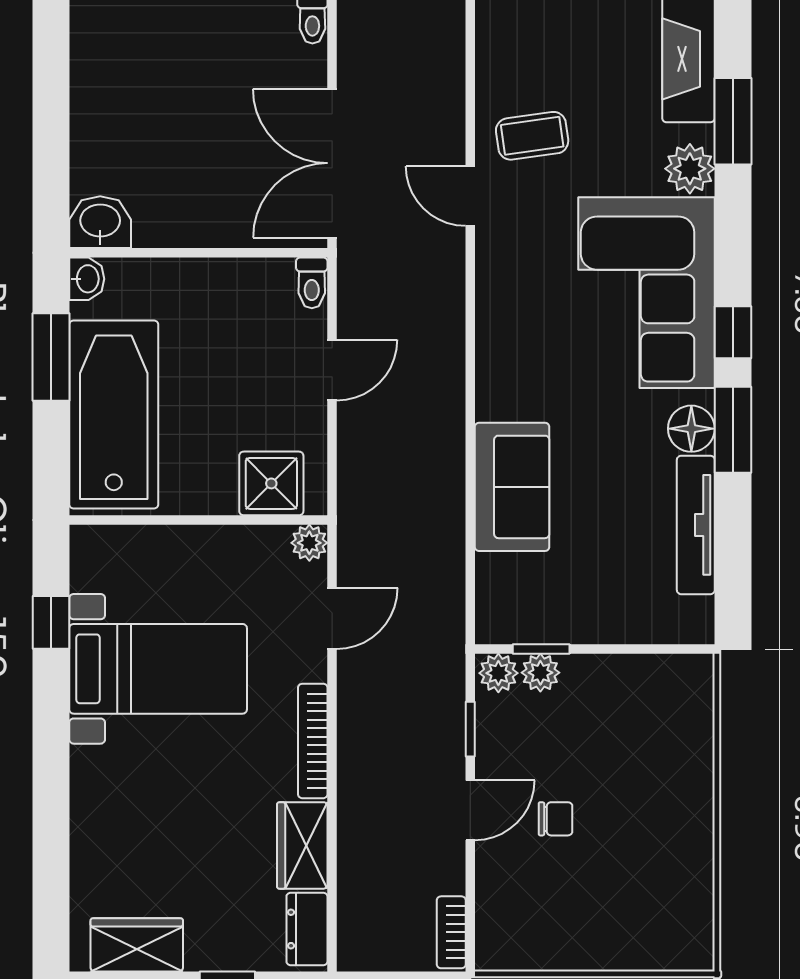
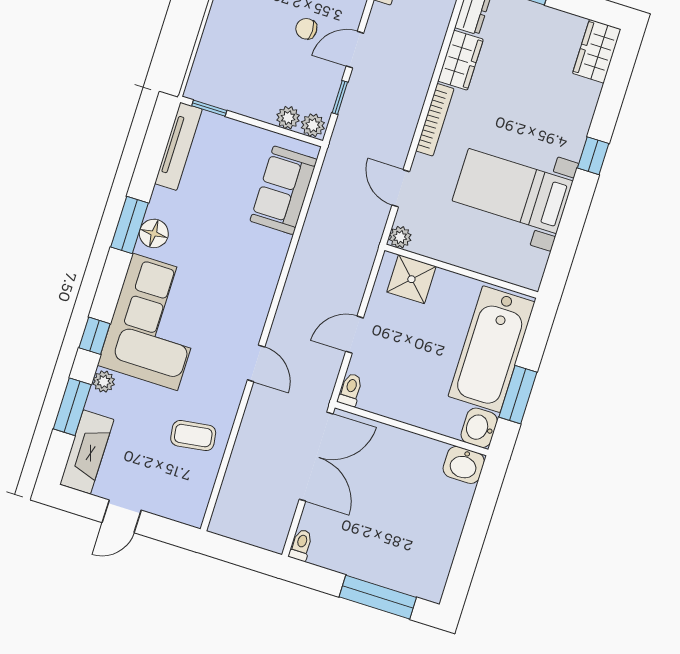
plant: (690, 169) -> (104, 382), width x0.73, depth x0.73
door: (470, 196) -> (256, 363), moved
washbasin: (87, 279) -> (479, 428), width x1.38, depth x1.45
window: (733, 332) -> (95, 336), moved
sofa: (512, 487) -> (284, 190), moved
tv unit: (696, 525) -> (178, 146), moved
door: (332, 618) -> (401, 188), hinge flipped
window: (51, 622) -> (593, 156), moved
window: (541, 649) -> (209, 108), moved
wardrobe: (137, 945) -> (597, 51), moved, turned 90

